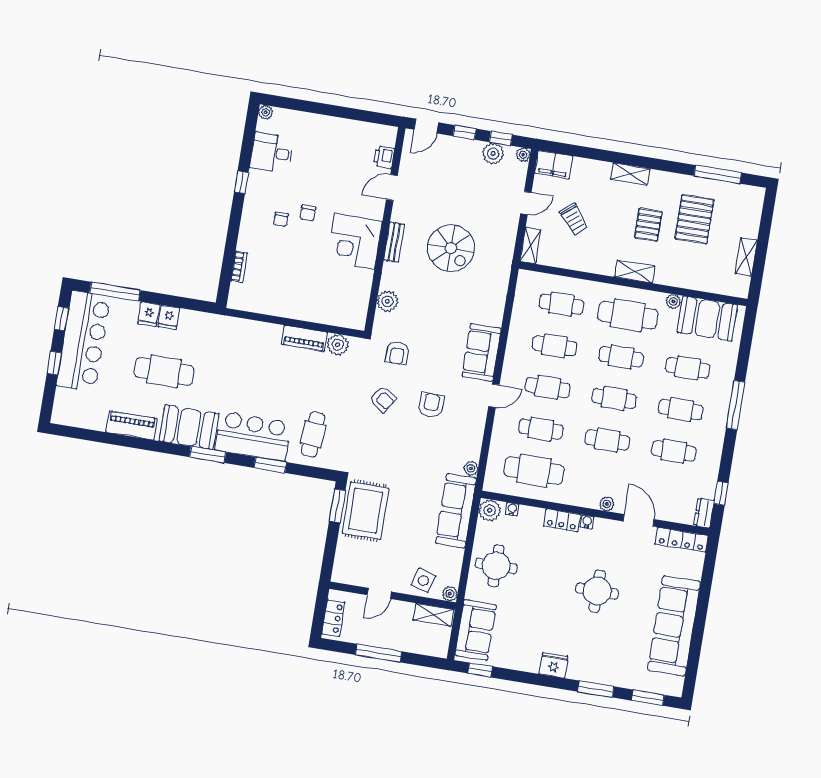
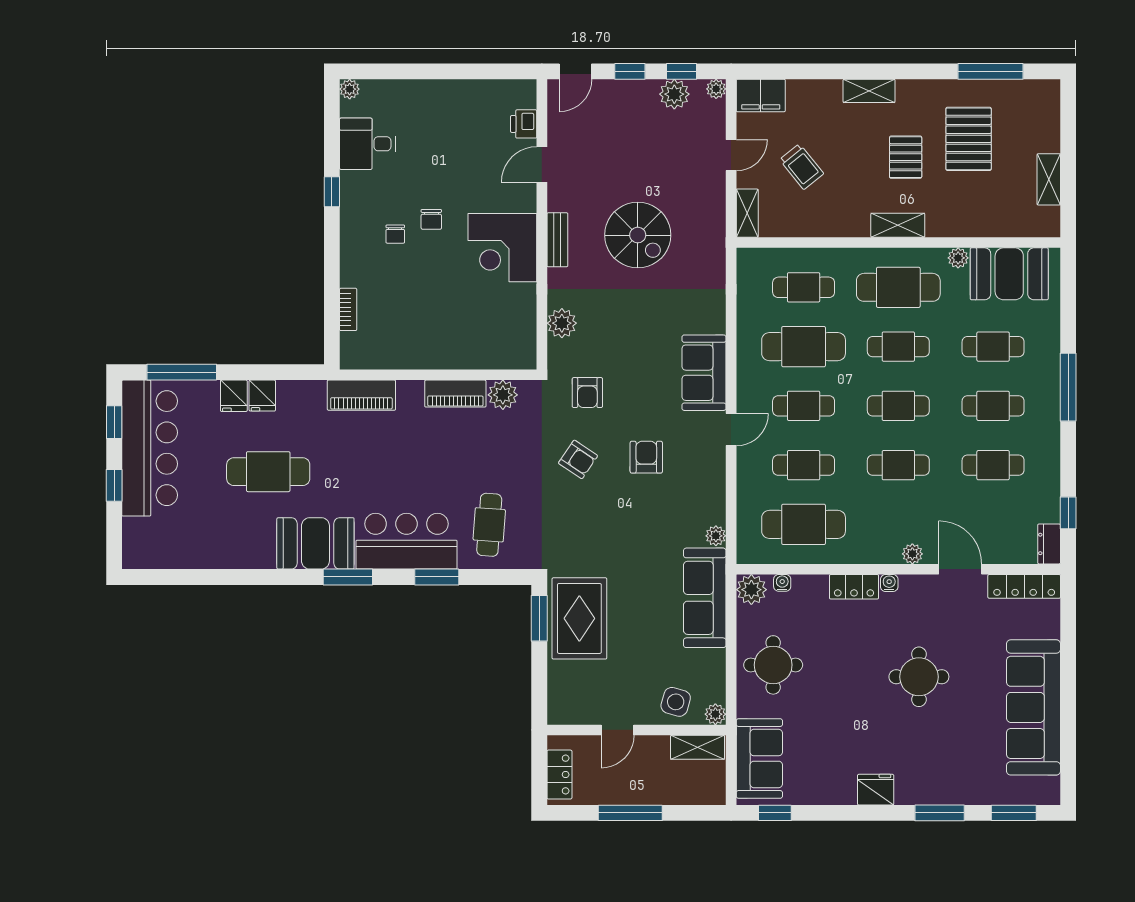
cafe table: (555, 346) -> (804, 347), width x1.37, depth x1.35
piano: (132, 425) -> (361, 395), moved, turned 180

